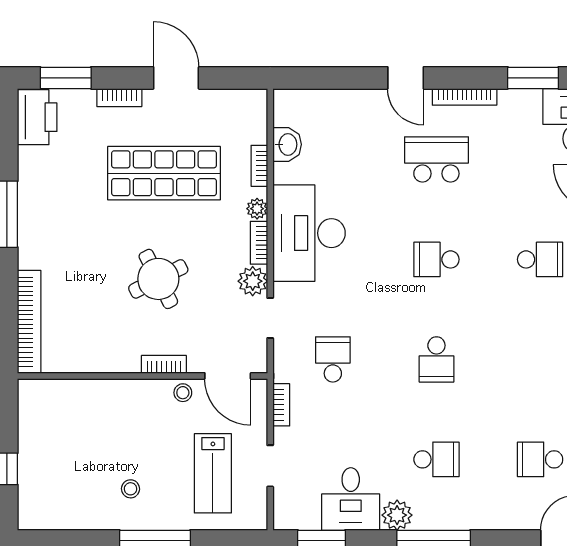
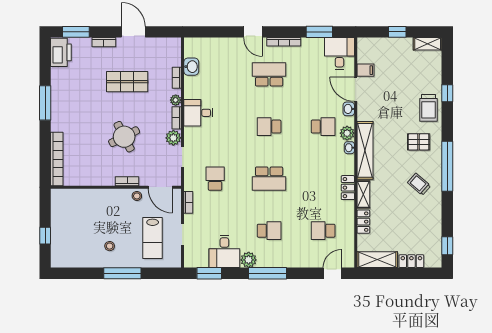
shop shelf: (164, 173) -> (127, 82), width x0.70, depth x0.74
desk: (309, 233) -> (198, 113), width x0.53, depth x0.77
school desk: (436, 359) -> (269, 179), width x1.85

